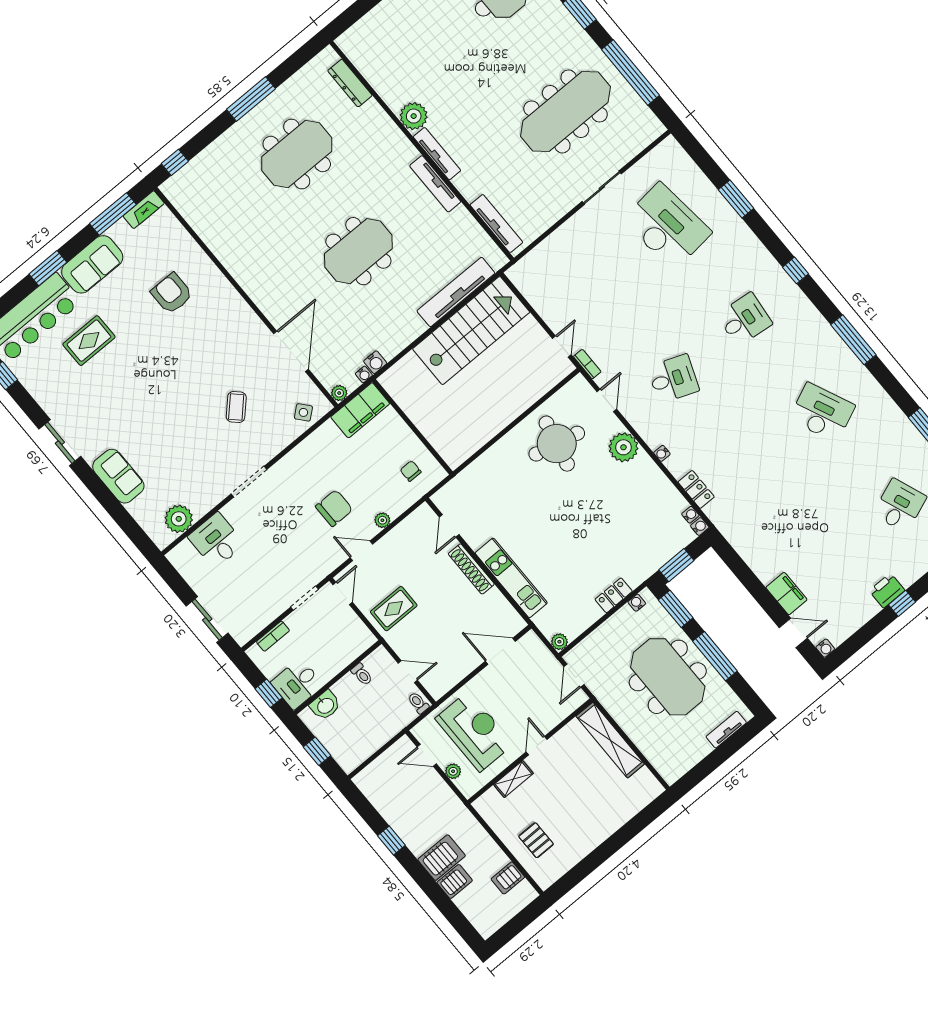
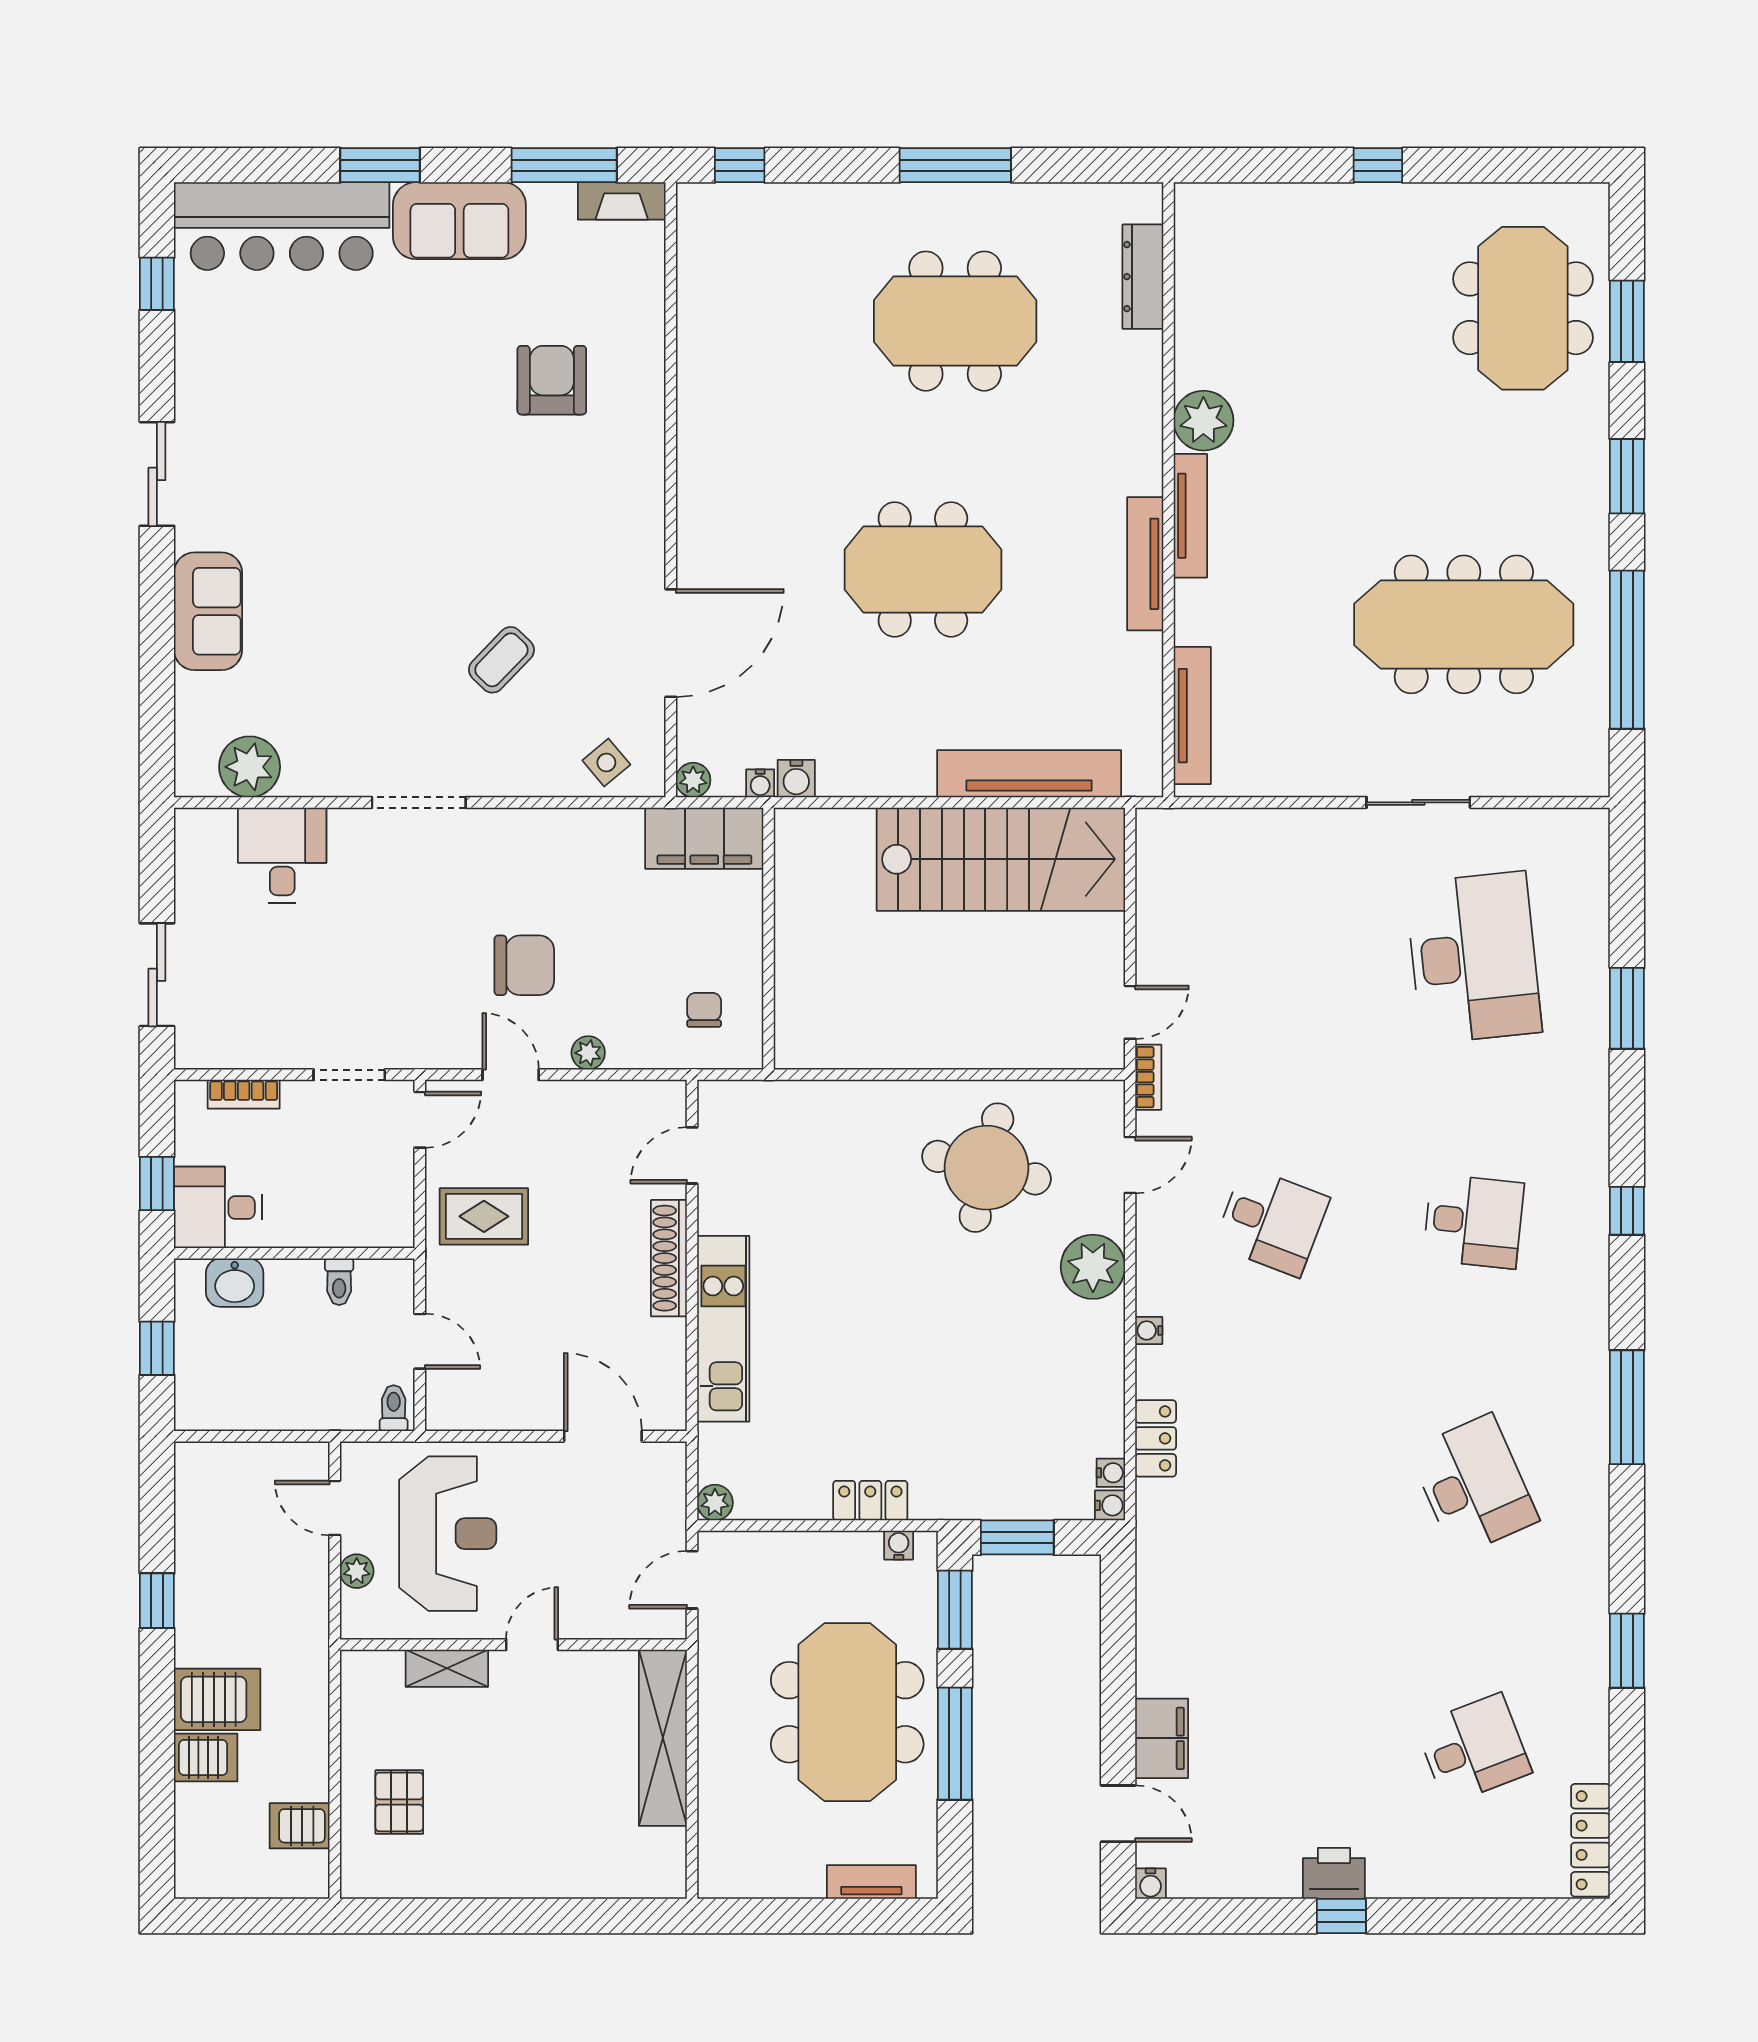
rug: (89, 341) -> (348, 344), removed

